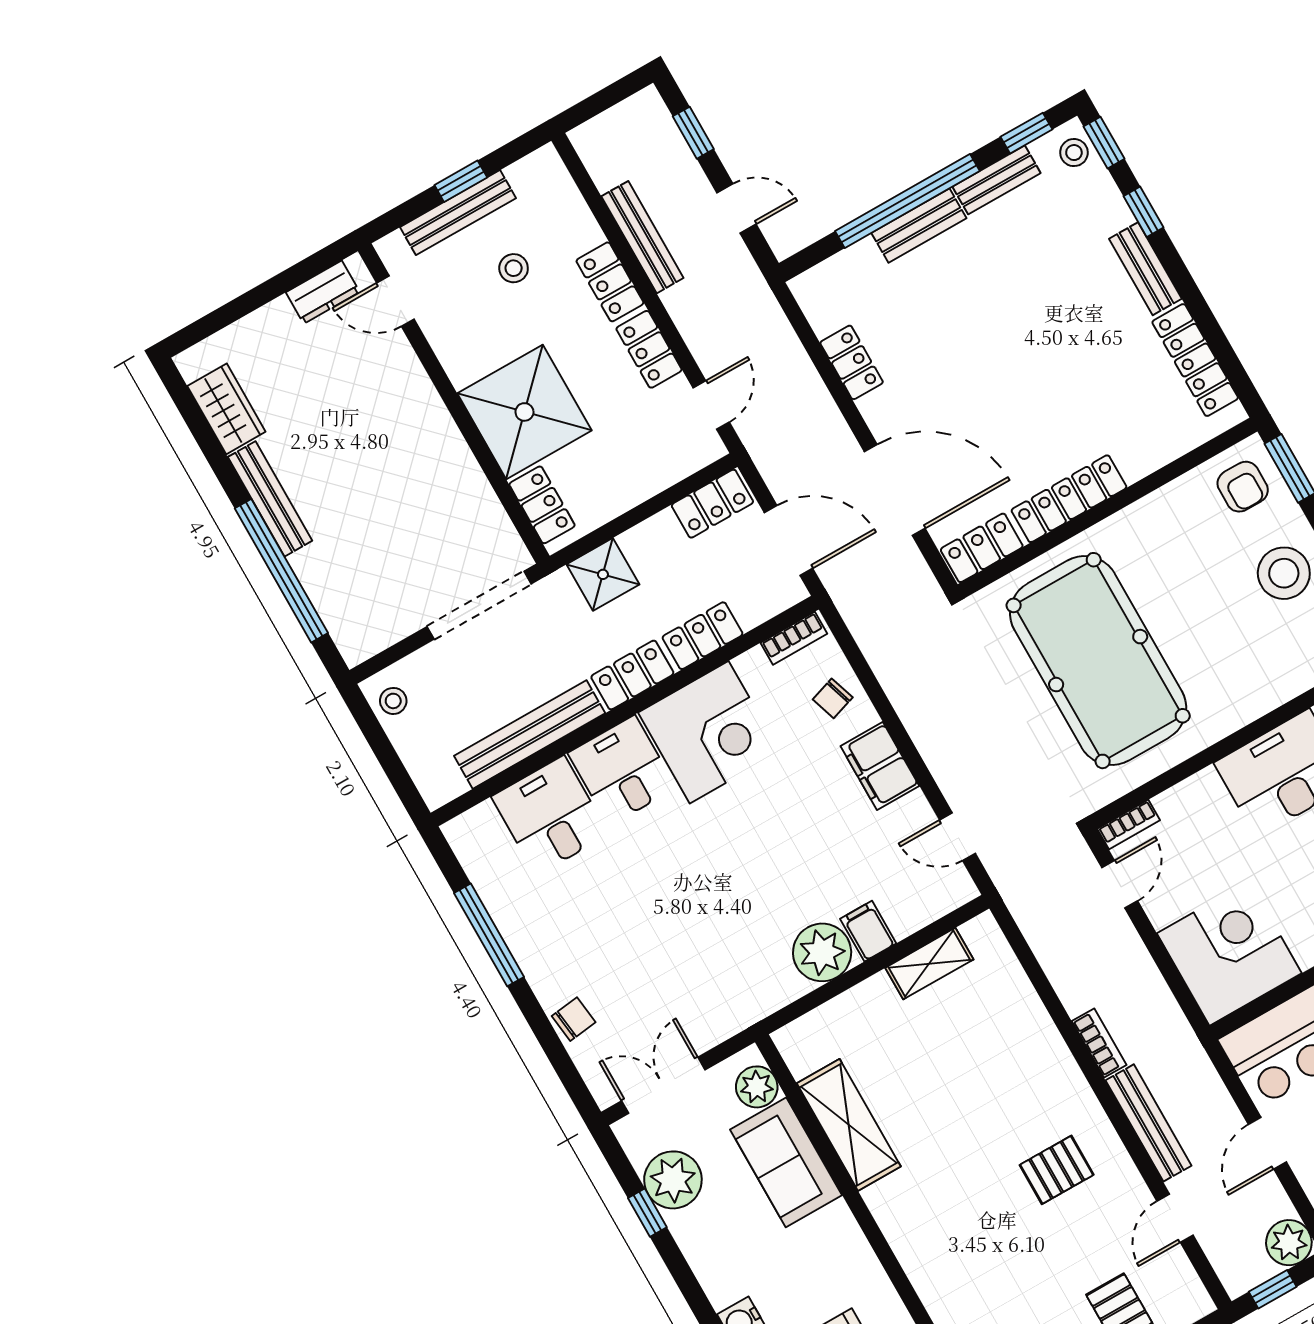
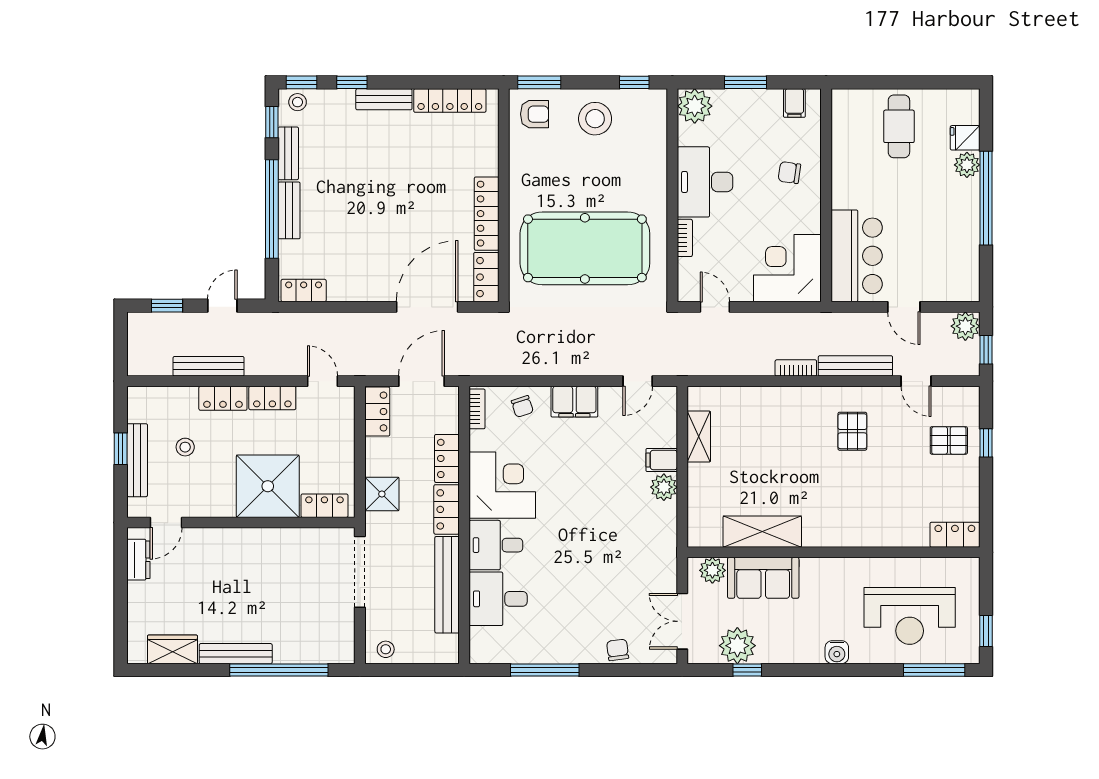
locker: (852, 362) -> (304, 291), moved
bookcase: (1129, 825) -> (685, 238), moved
plant: (822, 952) -> (664, 487), width x0.73, depth x0.73

